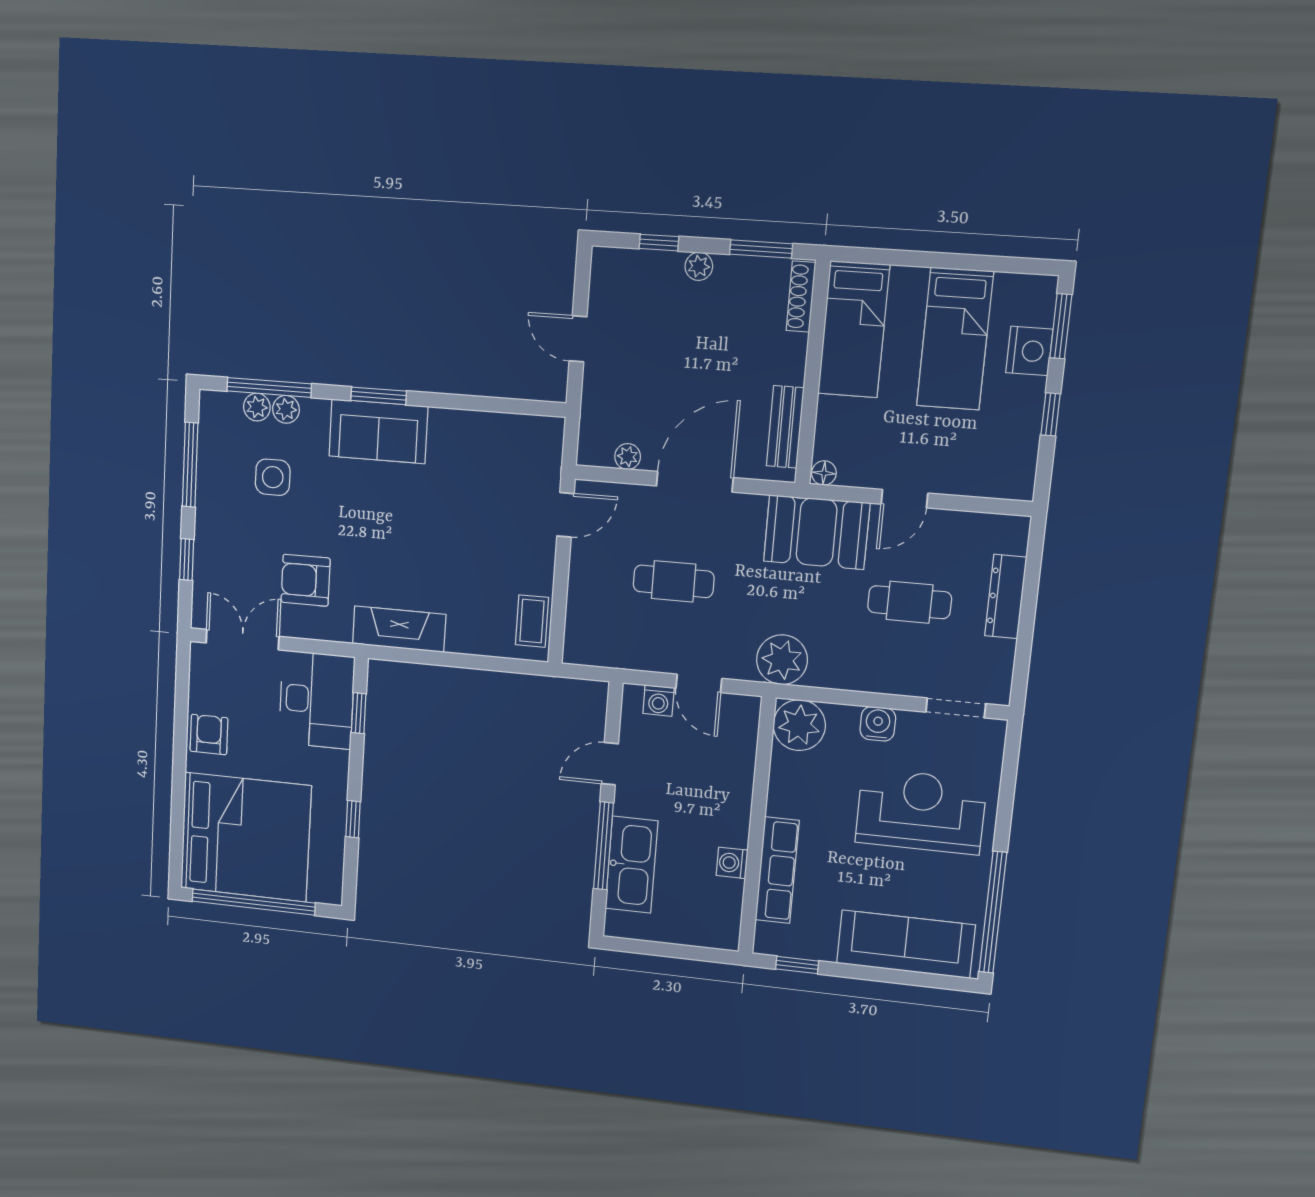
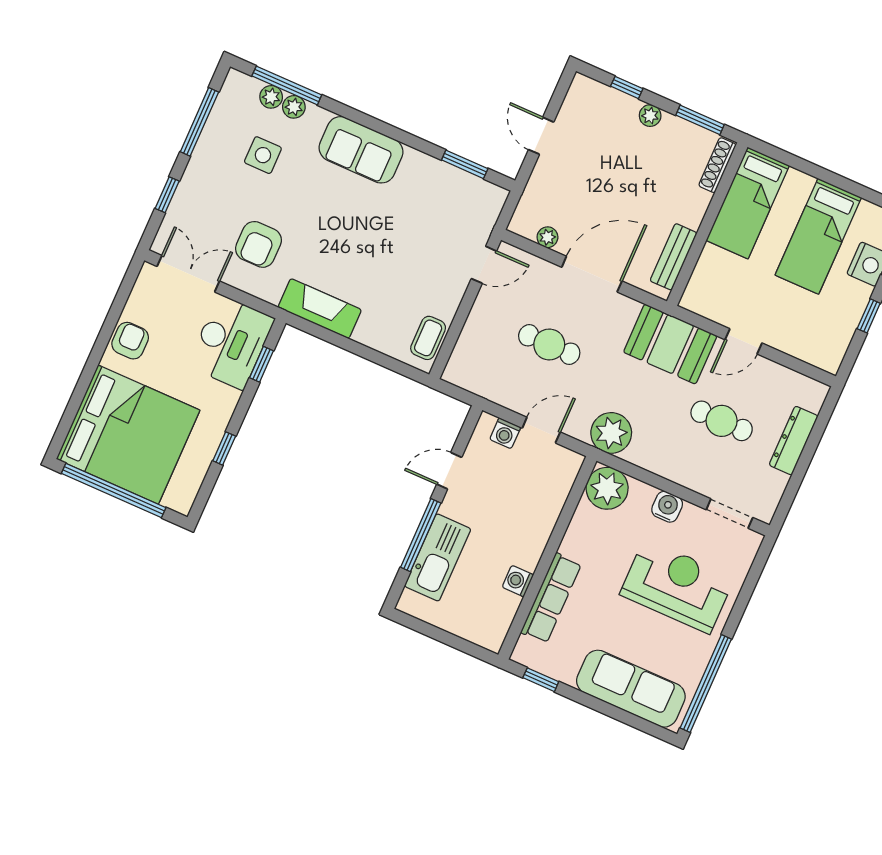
window: (378, 396) -> (465, 164), moved
floor lamp: (824, 473) -> (691, 301), removed
armchair: (306, 580) -> (258, 244), turned -90
door: (699, 683) -> (541, 430), swing flipped

